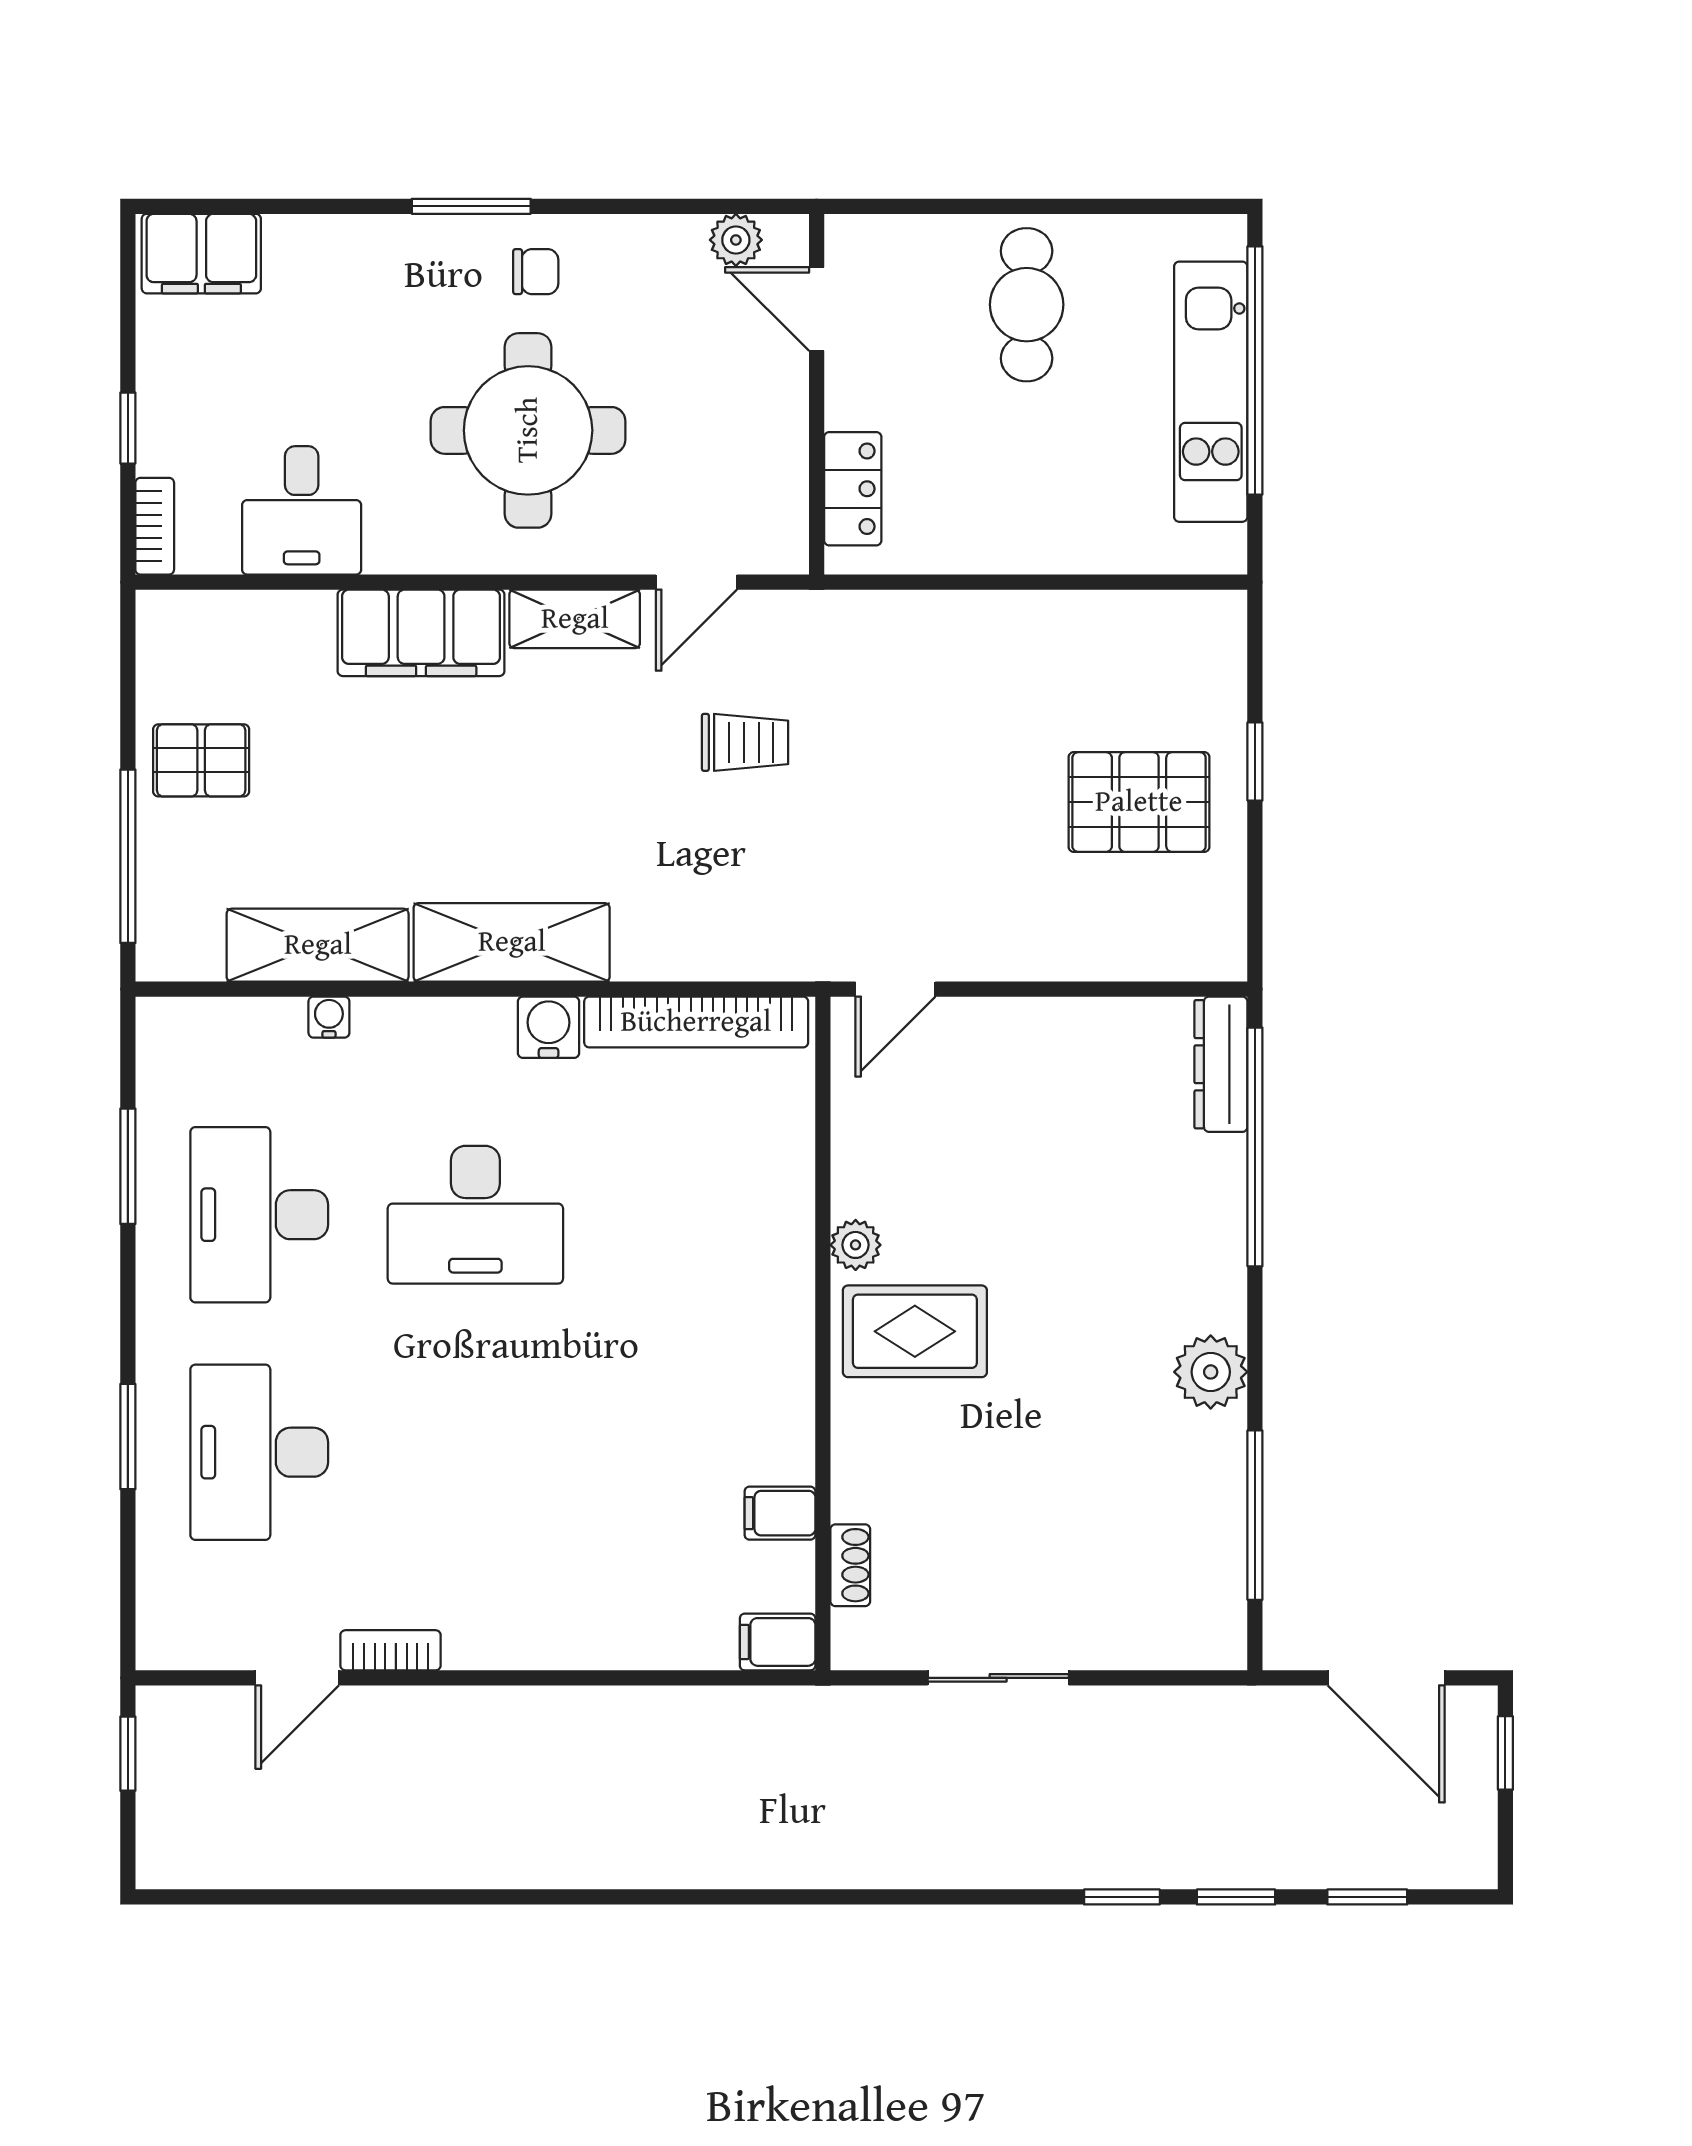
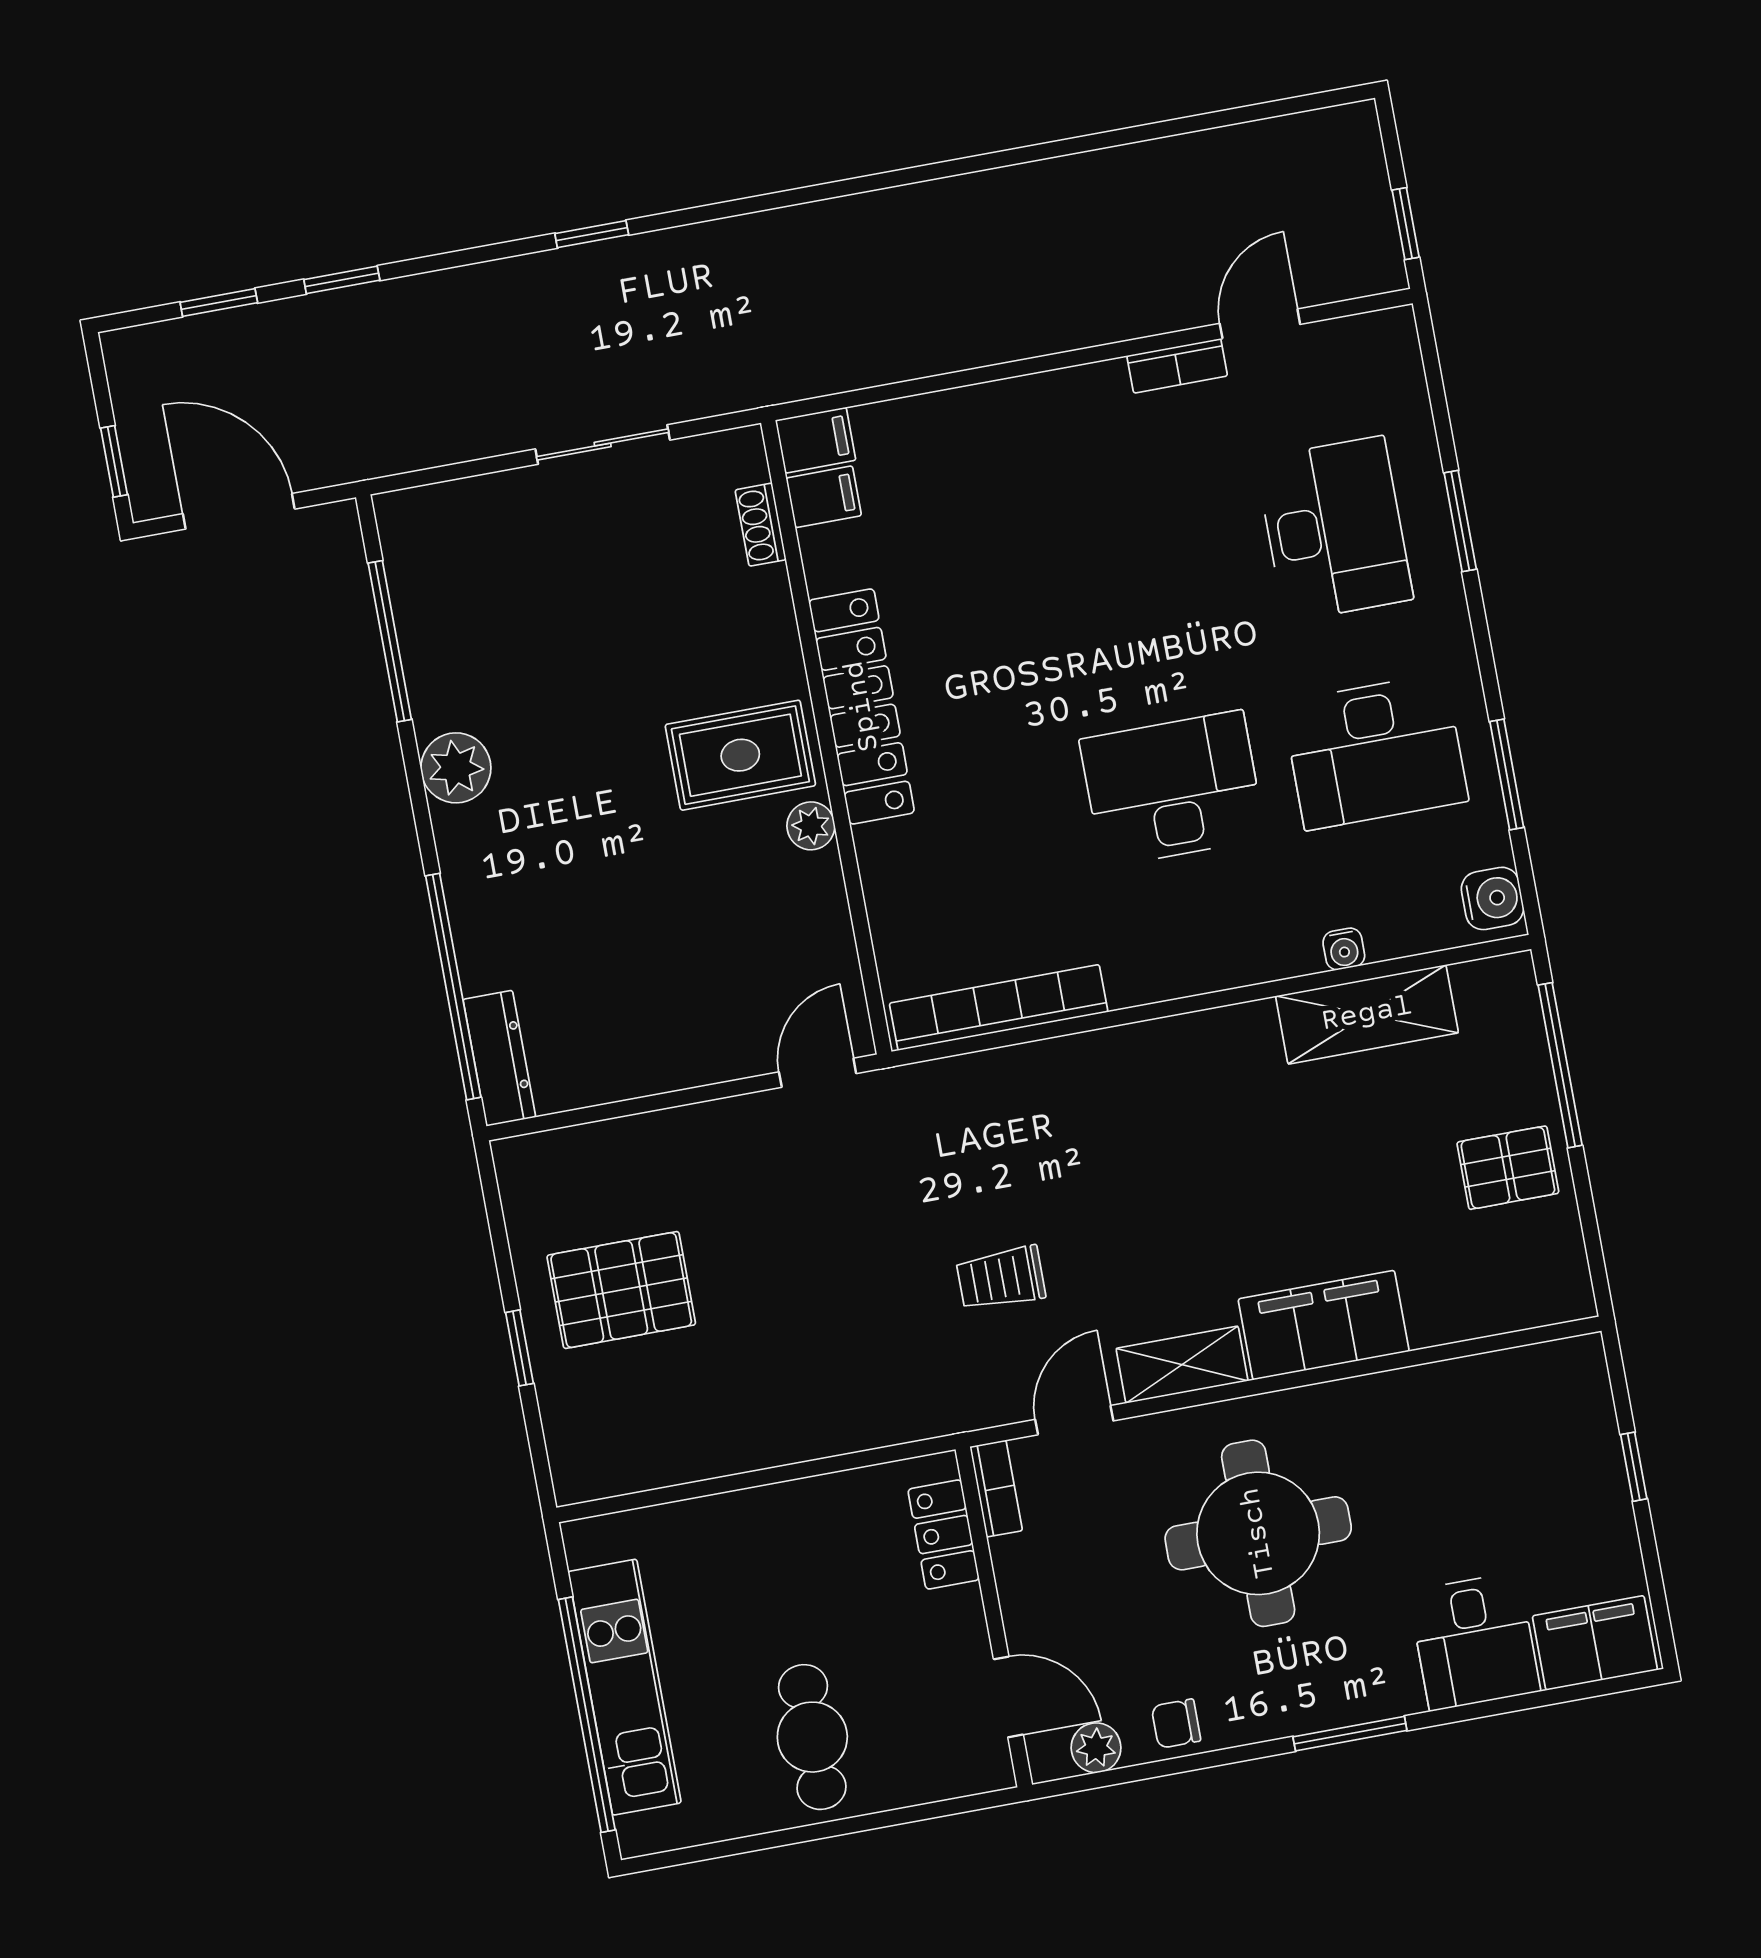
chair: (536, 272) -> (1176, 1724), moved
desk: (302, 510) -> (1474, 1641), moved, turned 180
bookcase: (155, 526) -> (996, 1489), moved, turned 180
shelving: (512, 942) -> (1185, 1050), removed
water cooler: (549, 1027) -> (1493, 898), moved, turned -90
desk: (259, 1215) -> (1375, 752), turned 90
locker: (781, 1359) -> (862, 706), added
filing cabinet: (780, 1513) -> (824, 497), moved
window: (1122, 1897) -> (592, 234), moved

